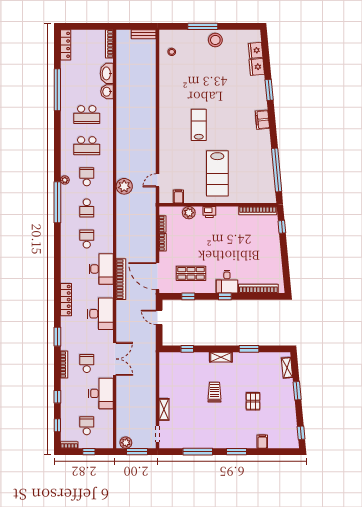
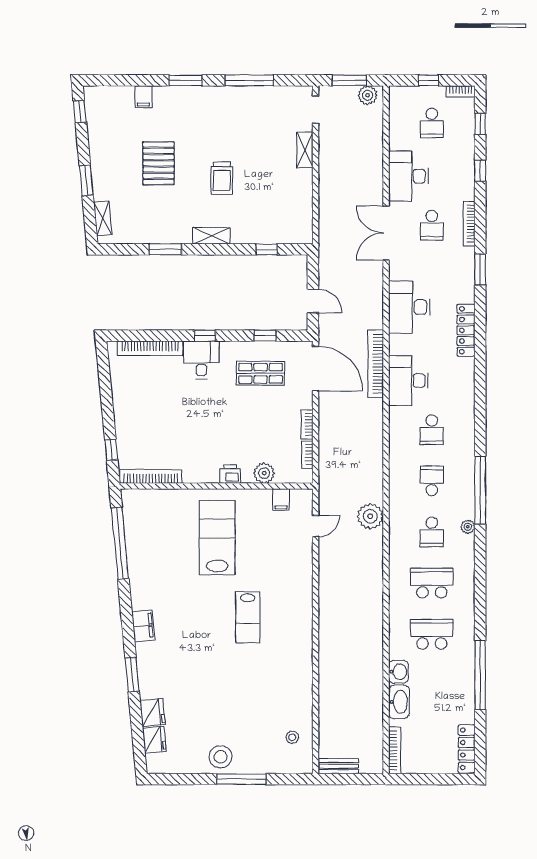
pallet: (253, 401) -> (159, 163), width x1.50, depth x1.42

